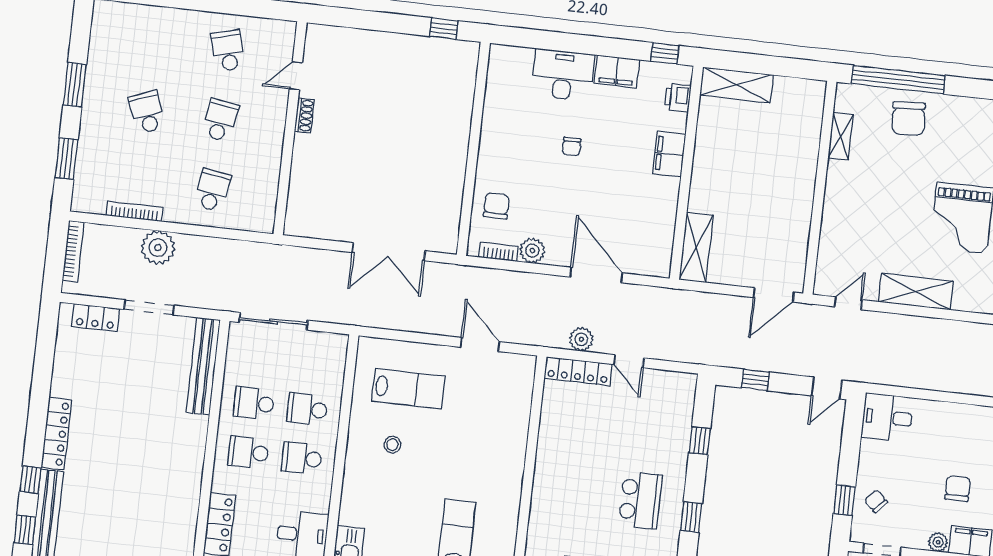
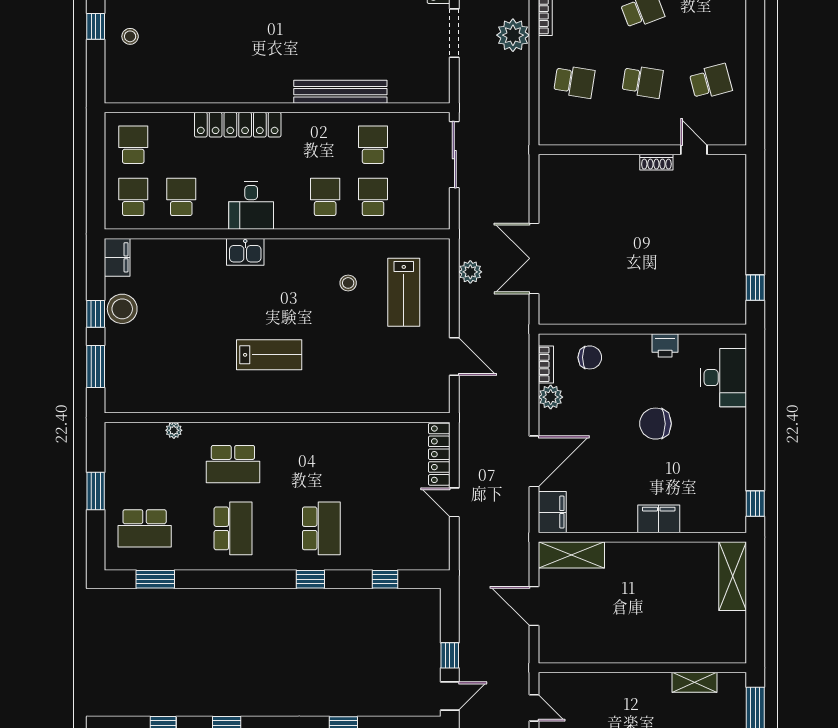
filing cabinet: (617, 72) -> (552, 512), moved, turned 180
desk: (563, 75) -> (724, 378), moved
printer: (678, 98) -> (665, 345), moved, turned 180
chair: (572, 146) -> (655, 424), width x1.87, depth x1.87
door: (774, 295) -> (534, 606), moved
plant: (581, 339) -> (470, 272), moved
door: (480, 344) -> (454, 357), hinge flipped
door: (629, 361) -> (454, 502), hinge flipped
bench: (203, 366) -> (340, 92), moved
window: (755, 380) -> (450, 655), moved
door: (827, 388) -> (450, 696), swing flipped
school desk: (248, 452) -> (325, 145), removed
school desk: (640, 500) -> (321, 528), turned -90

